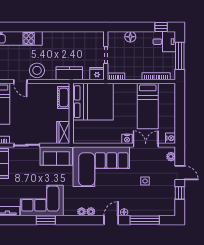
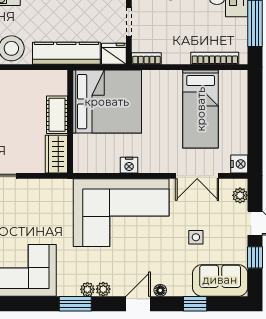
kitchen counter: (69, 73) -> (66, 53), width x1.50
cot: (64, 98) -> (57, 115), moved
nightstand: (127, 139) -> (129, 165), moved
double door: (146, 145) -> (197, 176), swing flipped
sofa: (56, 156) -> (220, 280), moved, turned 180
window: (46, 220) -> (75, 304), moved
window: (145, 220) -> (195, 304), width x0.46

